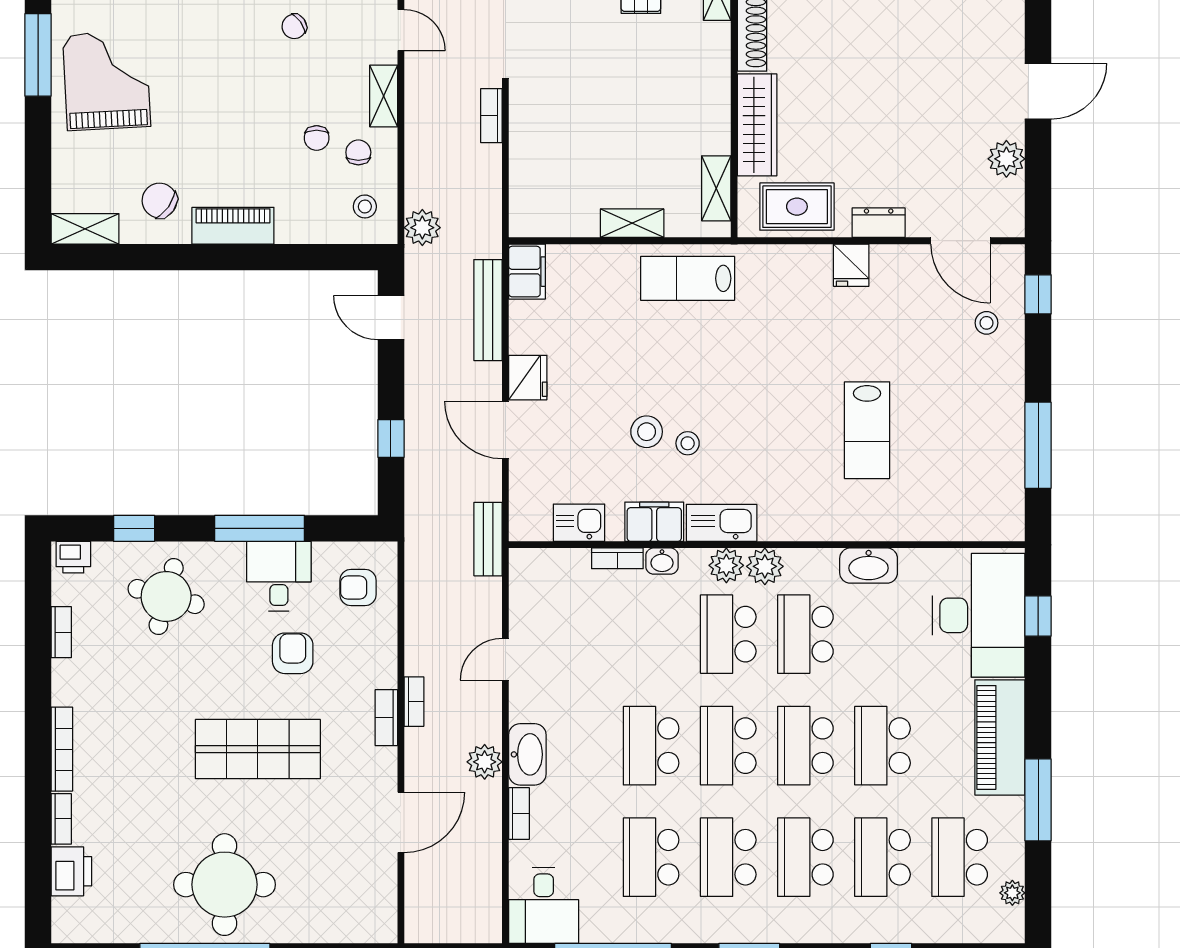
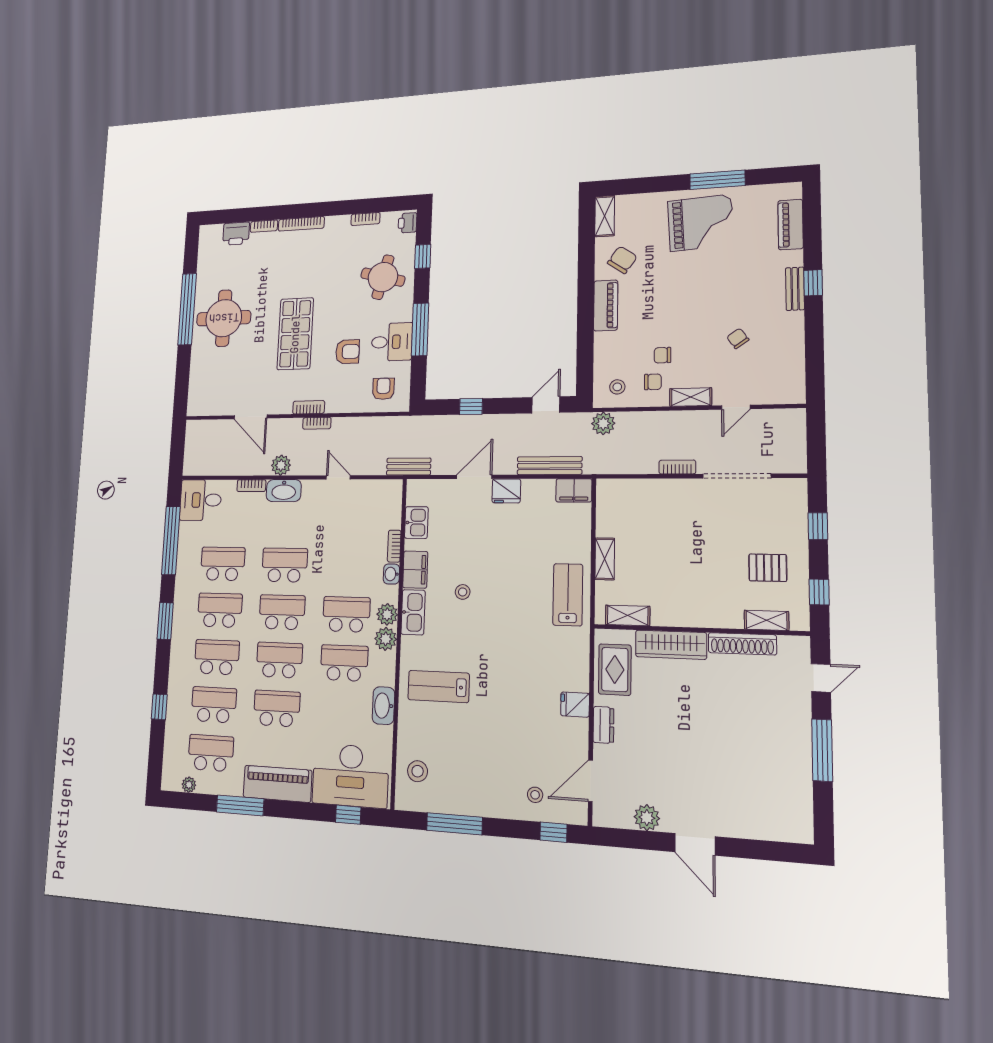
lab bench: (867, 430) -> (439, 686), moved
stool: (647, 432) -> (418, 771), moved

